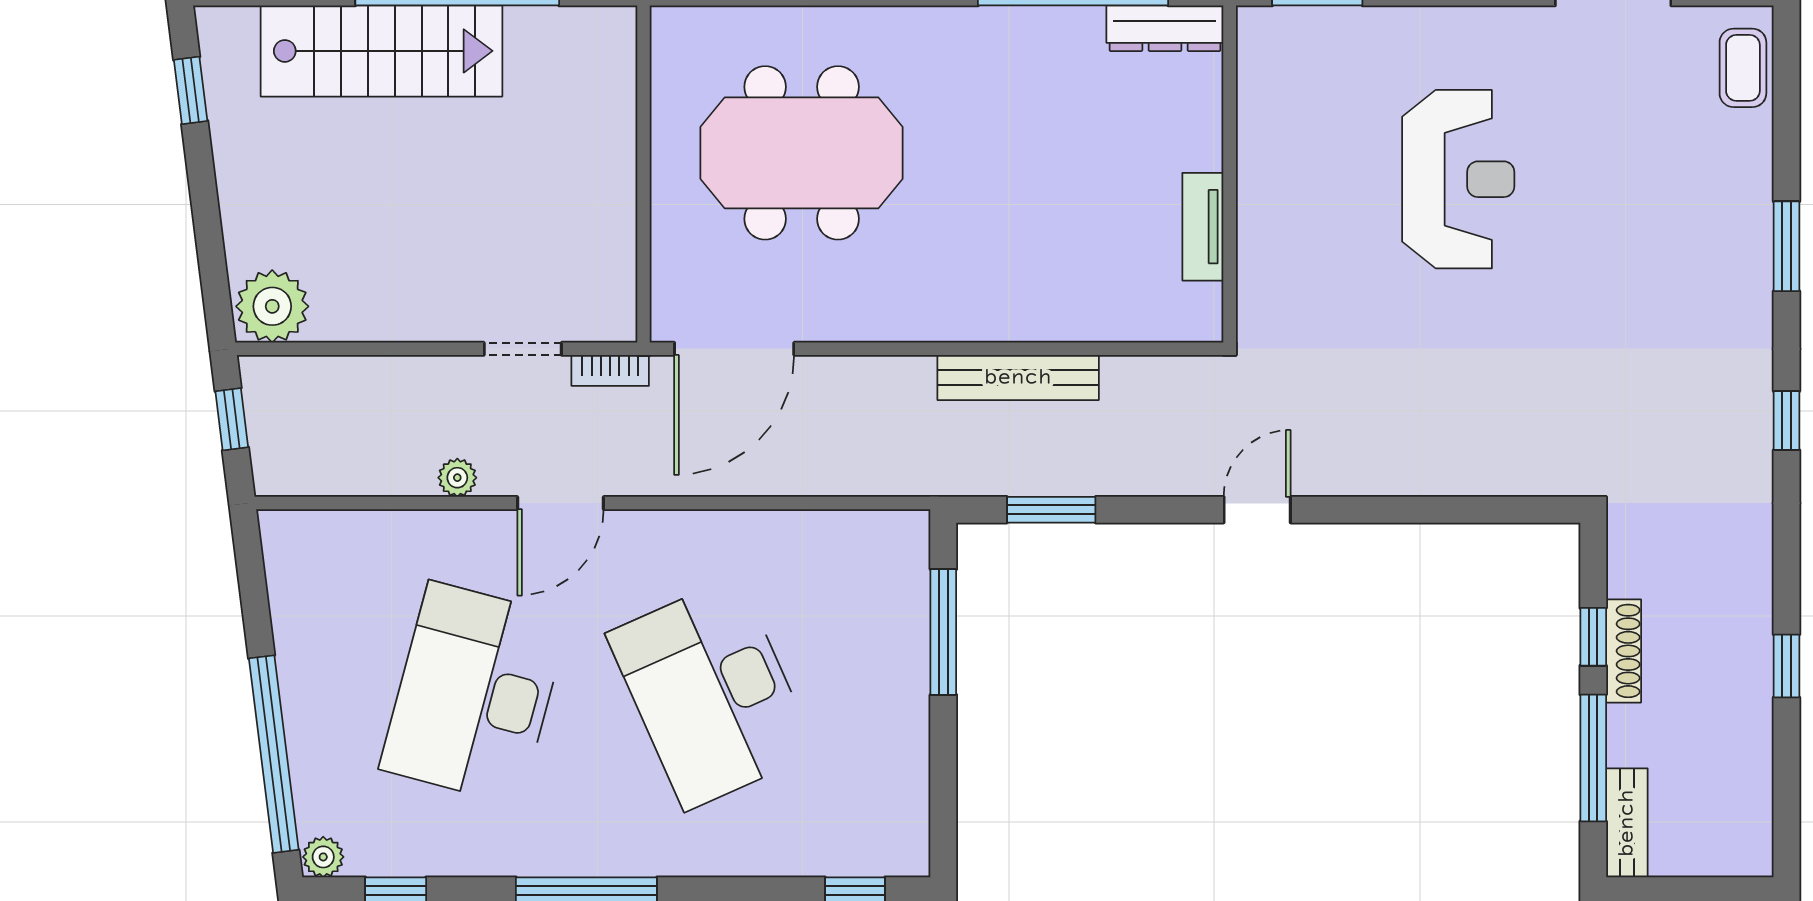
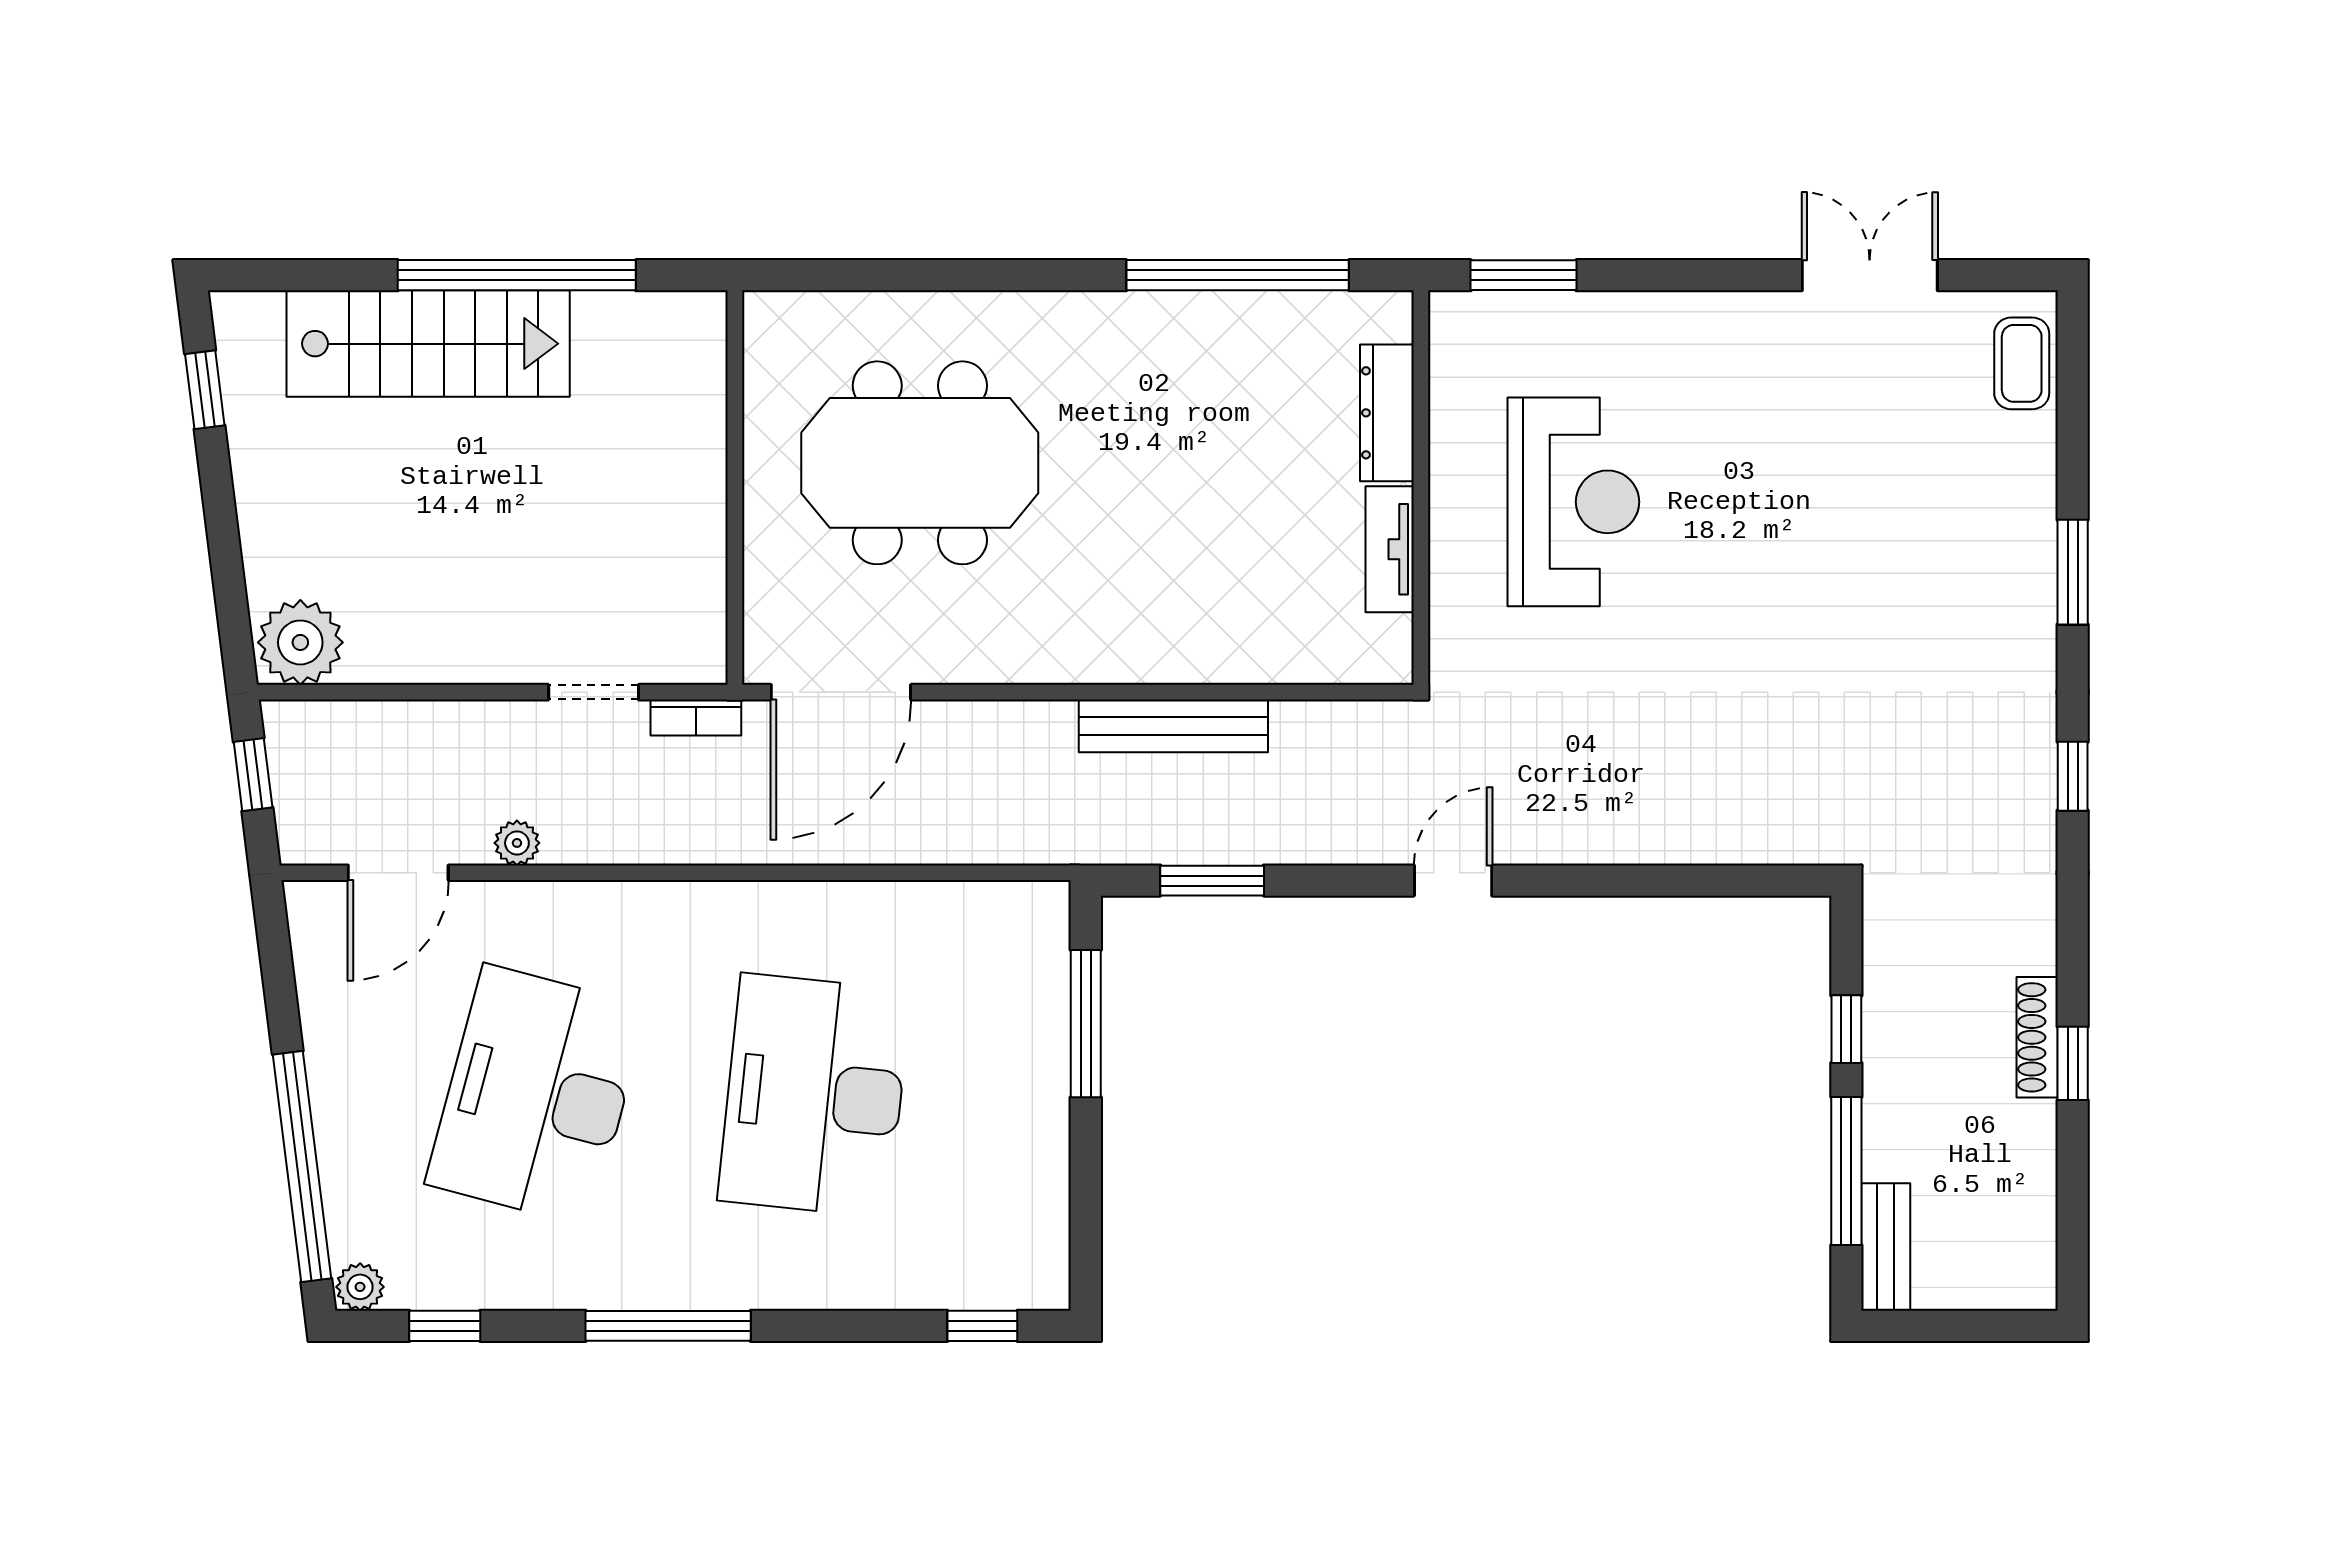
dresser: (1165, 28) -> (1387, 413), moved, turned 90
reception desk: (1458, 179) -> (1573, 502), moved
door: (561, 503) -> (398, 873), moved
shoe rack: (1624, 651) -> (2037, 1037), moved, turned 180
desk: (711, 693) -> (814, 1095), turned 30

